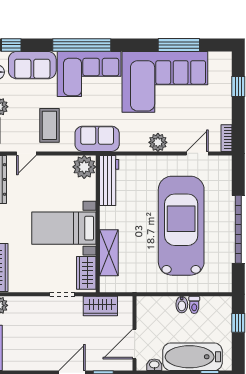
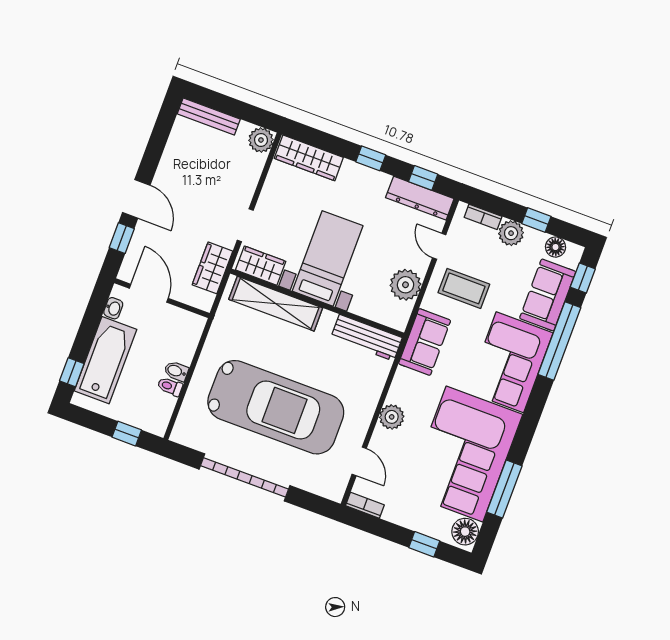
window: (82, 45) -> (559, 341), moved
floor lamp: (219, 61) -> (465, 532), added
plant: (84, 167) -> (405, 285), moved
shelving: (109, 253) -> (276, 304), width x1.47

